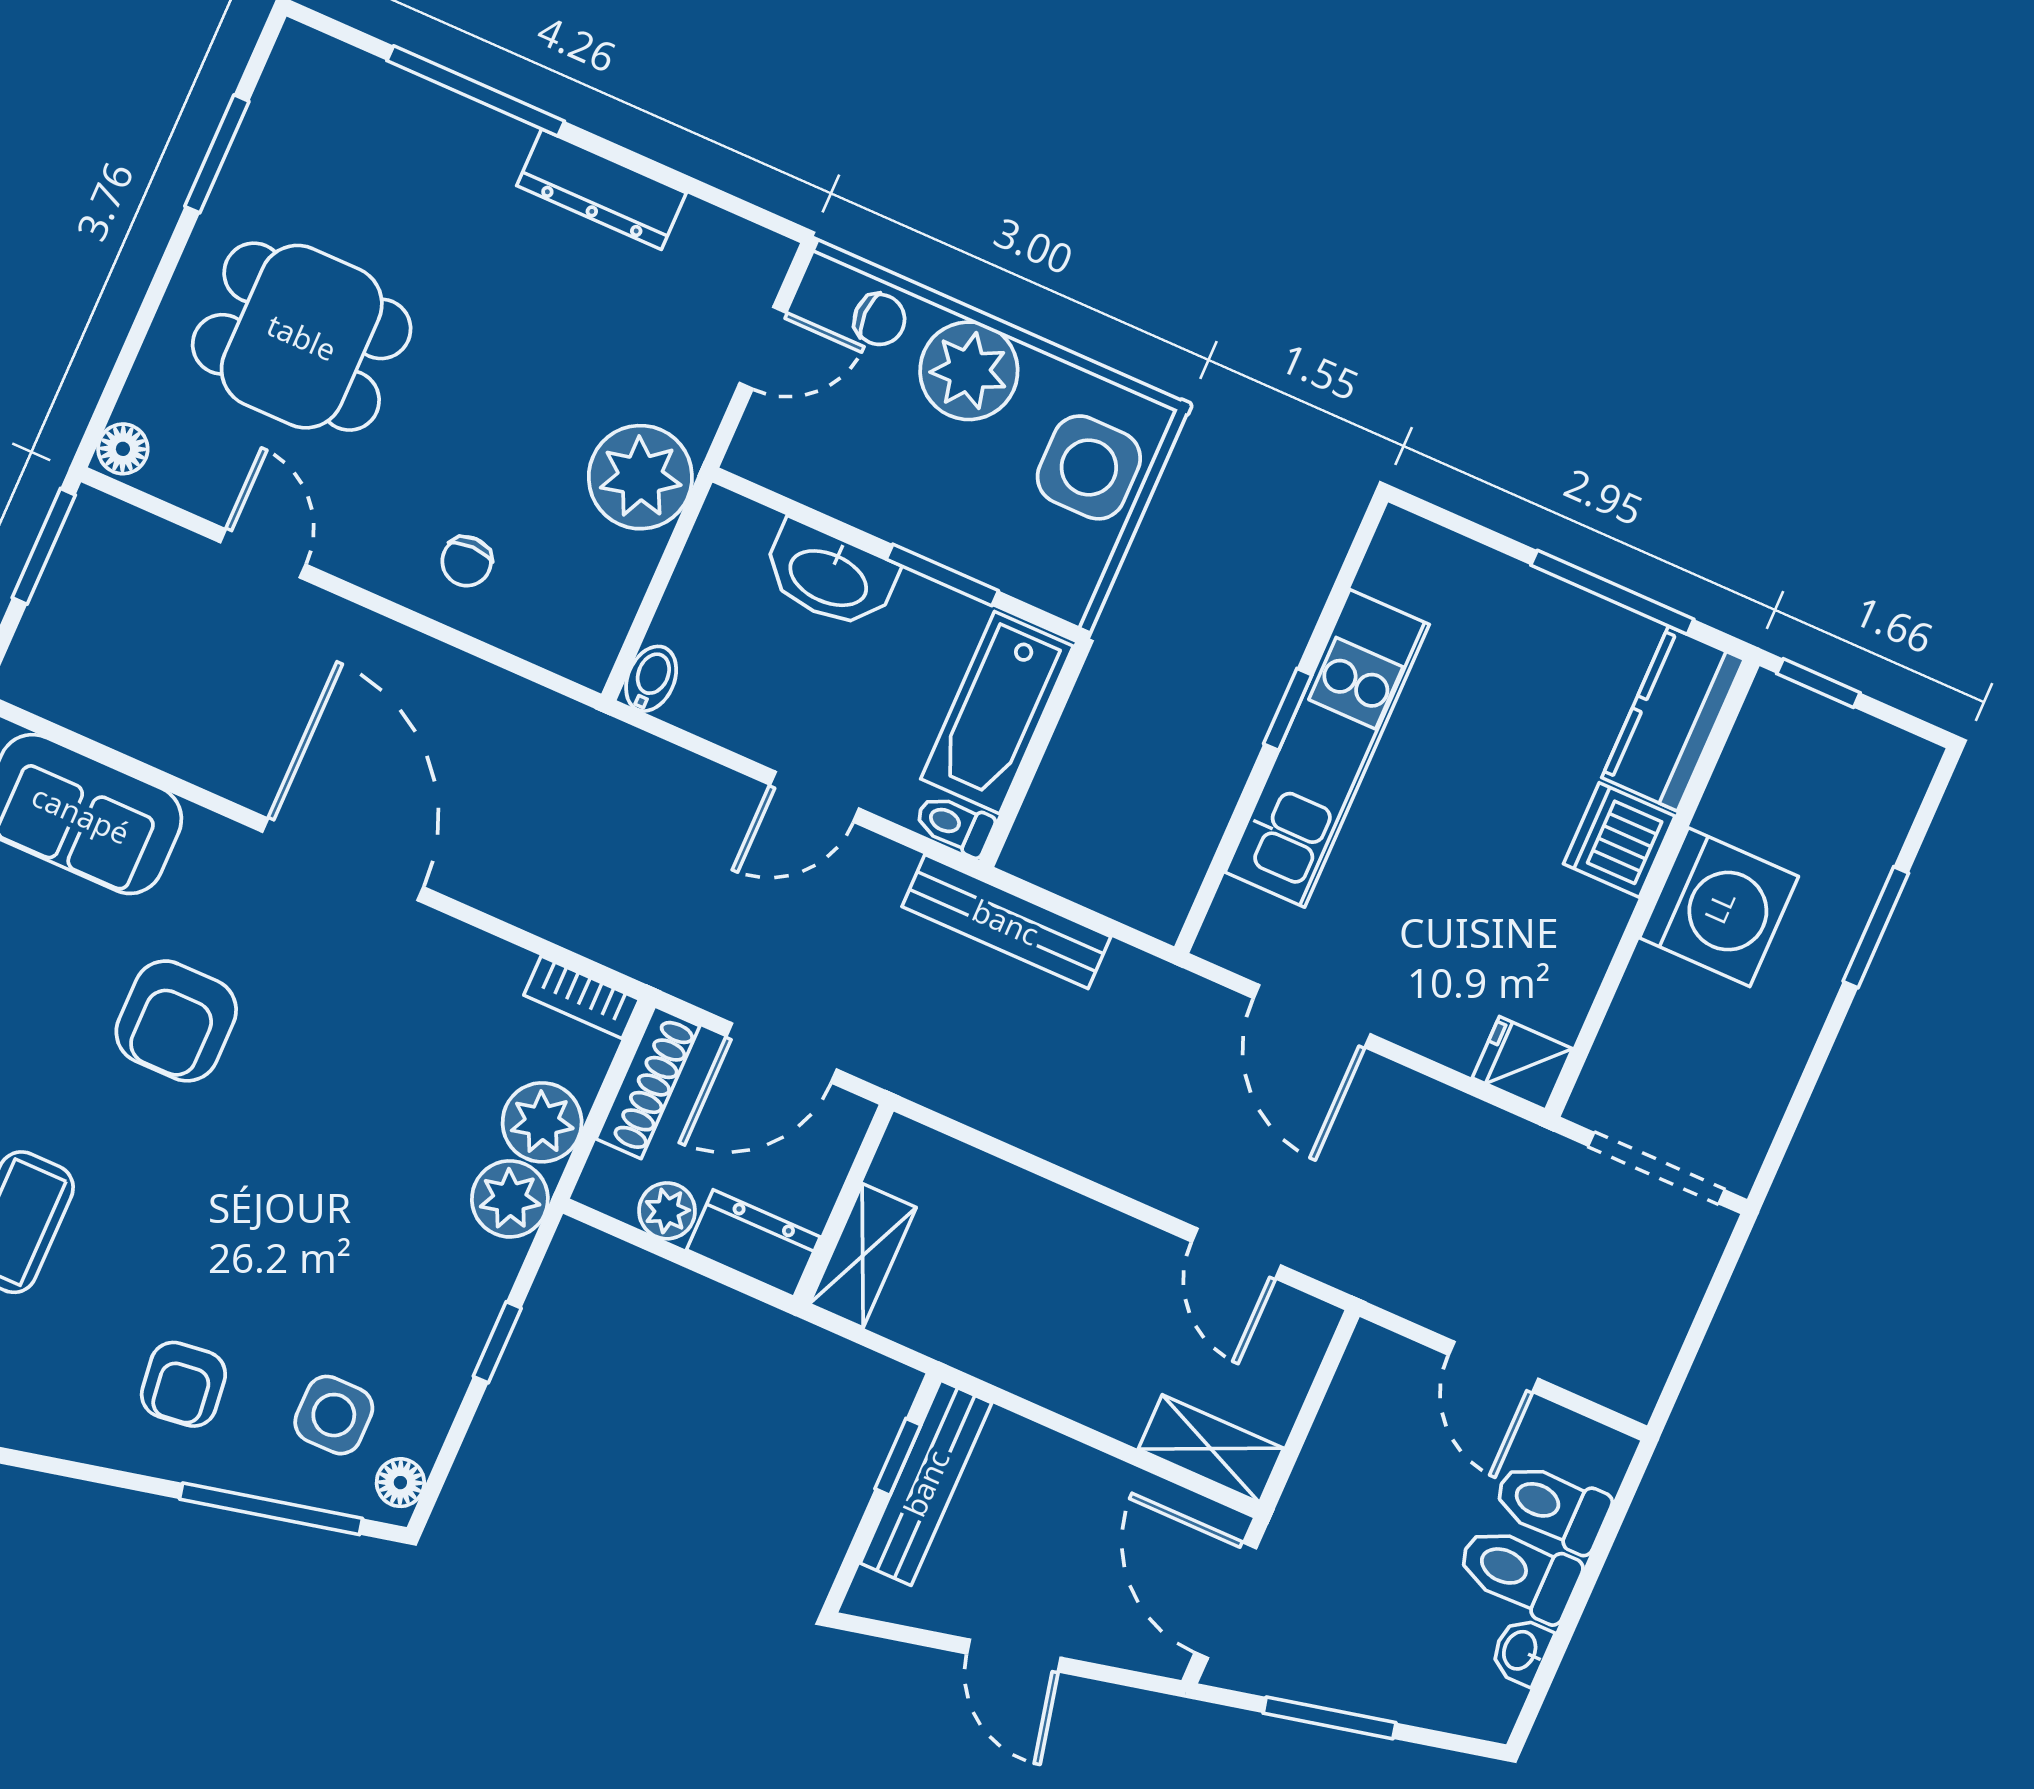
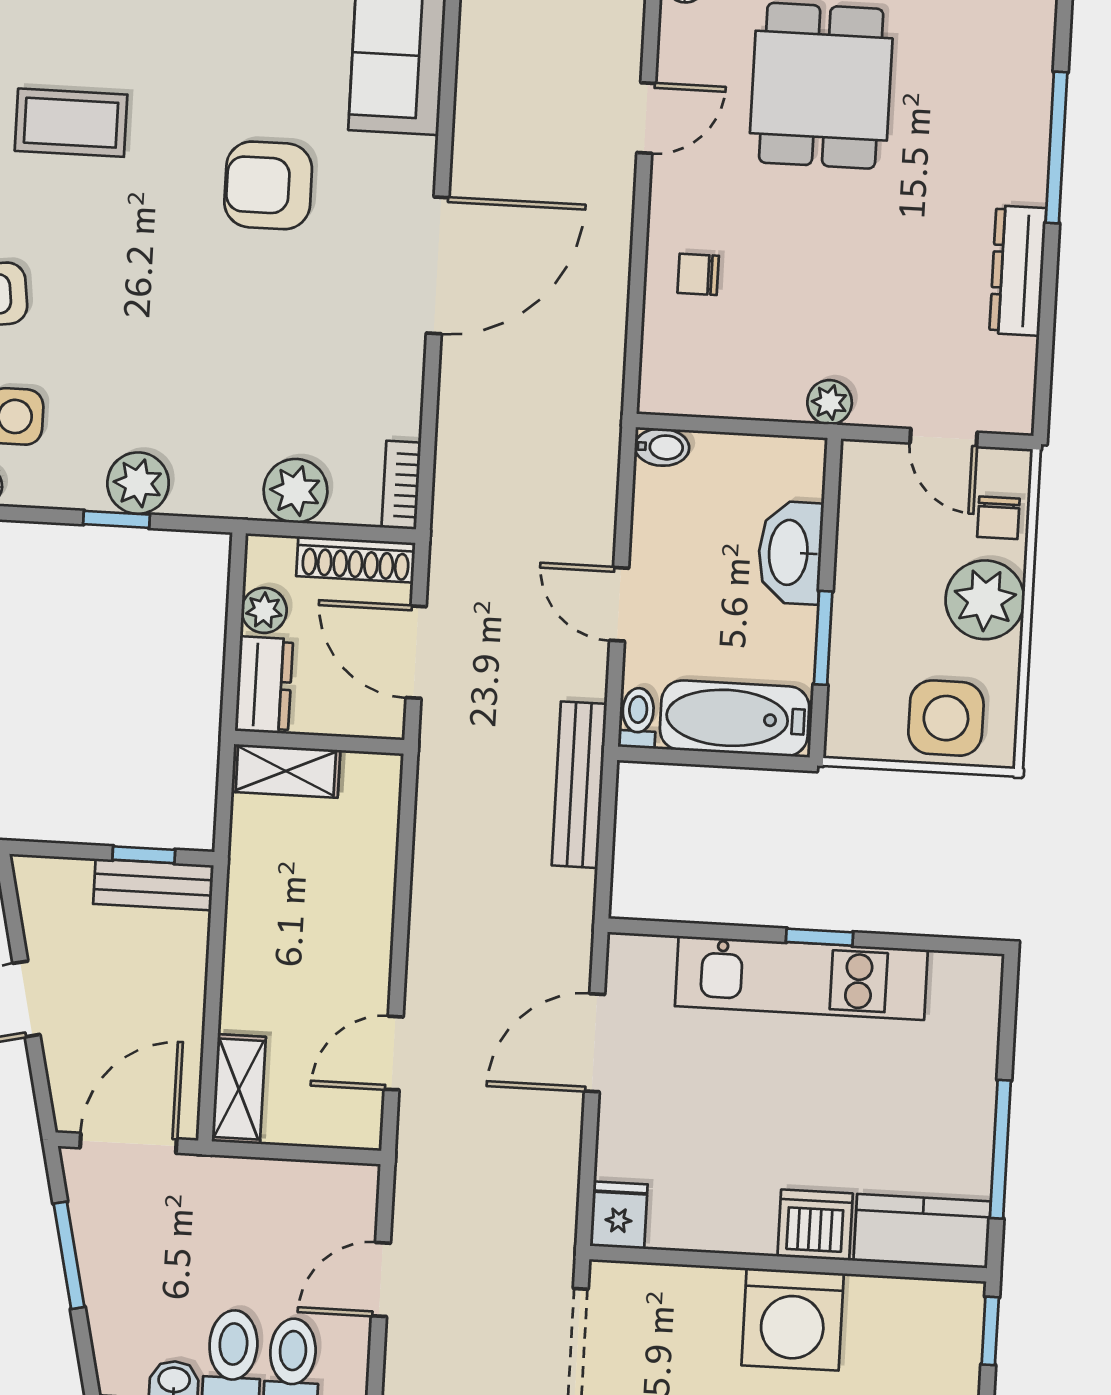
plant: (640, 477) -> (830, 402), width x0.53, depth x0.53
plant: (510, 1199) -> (138, 483), moved
bench: (926, 1483) -> (153, 885), width x0.73

